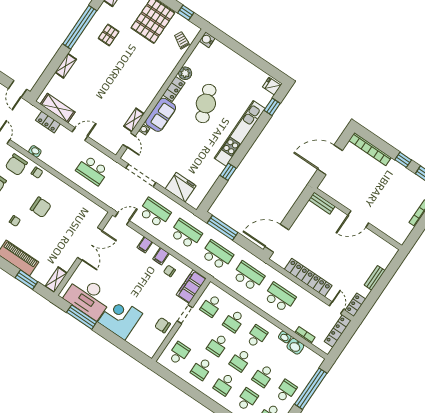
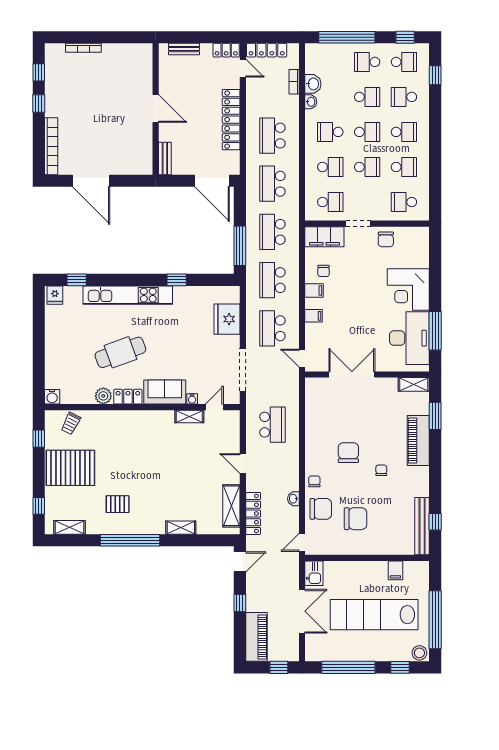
locker: (48, 122) -> (253, 513), width x1.53
bench: (322, 203) -> (165, 158), moved
door: (358, 219) -> (156, 108), moved
wall: (358, 219) -> (156, 109), moved
door: (336, 308) -> (243, 68), swing flipped

